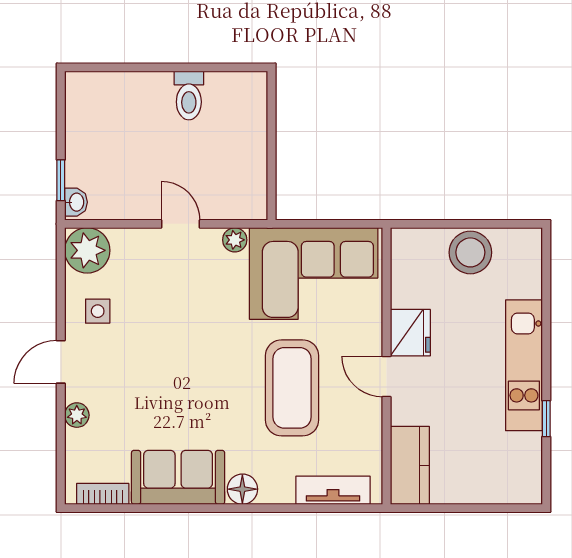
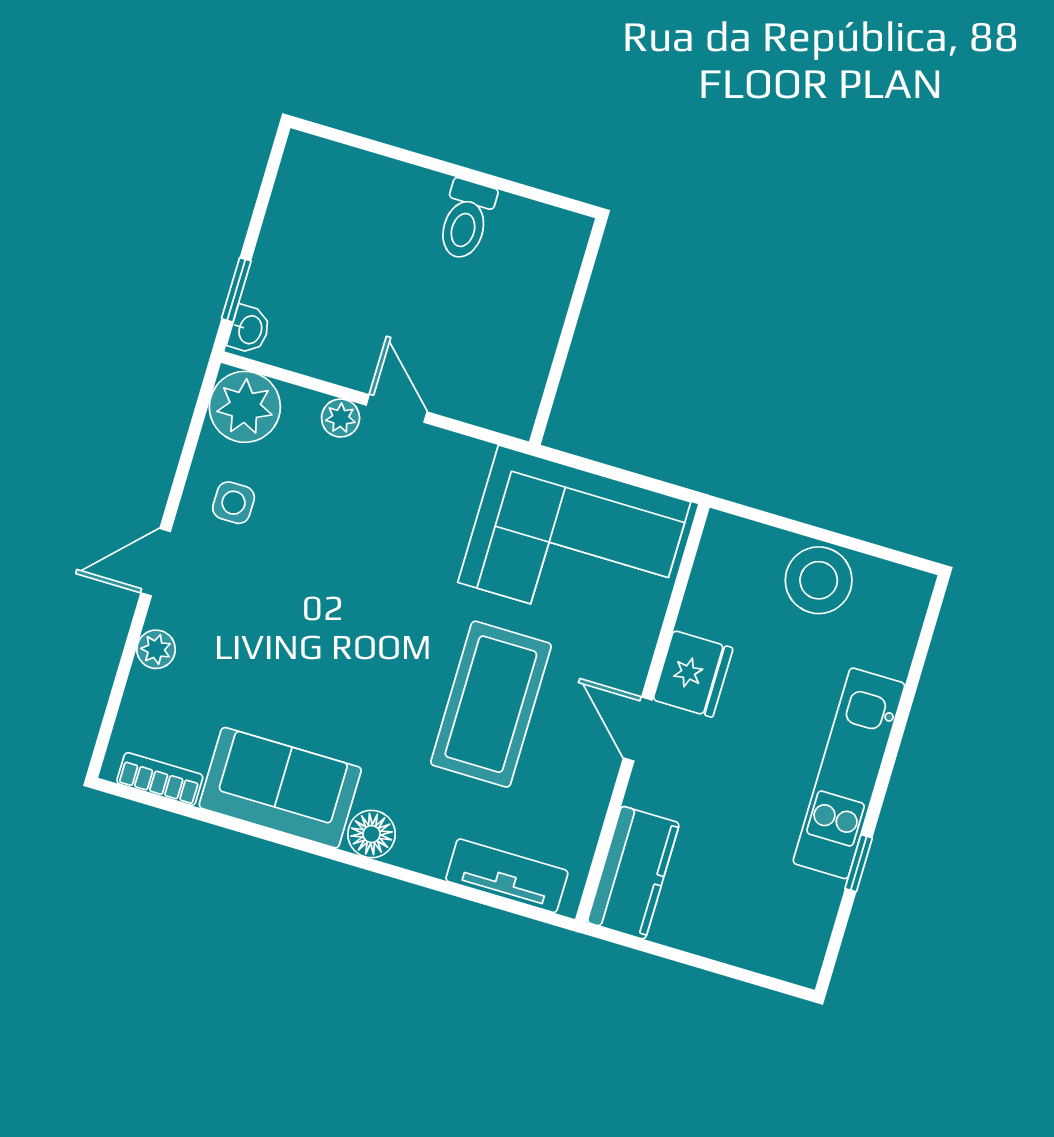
plant: (235, 240) -> (341, 418), moved

